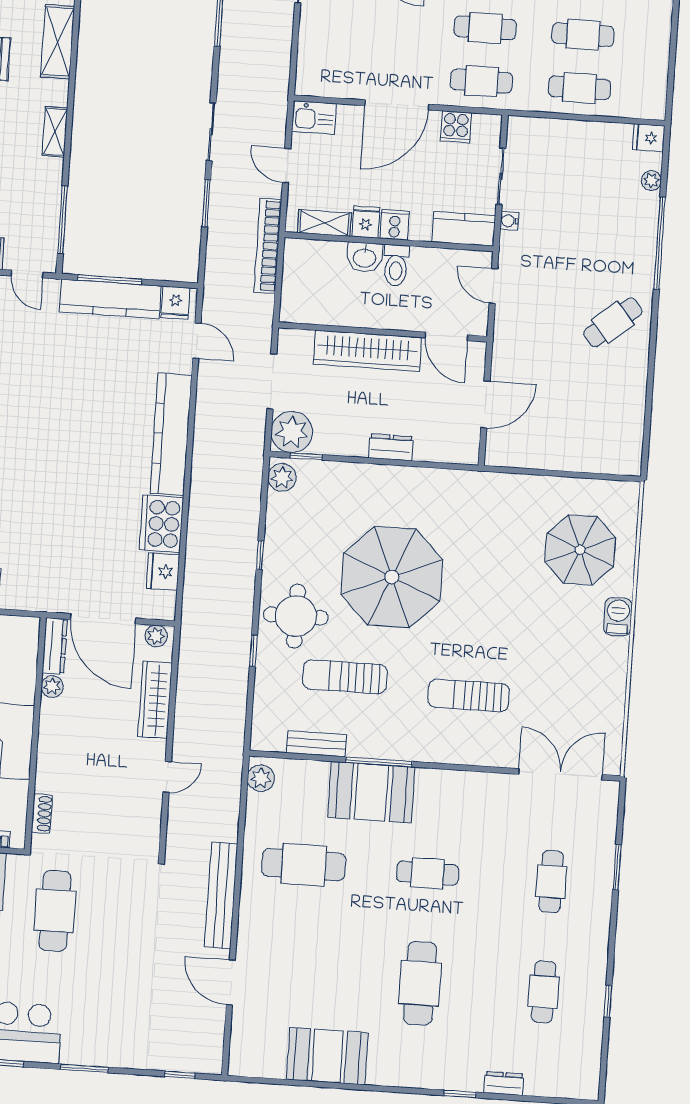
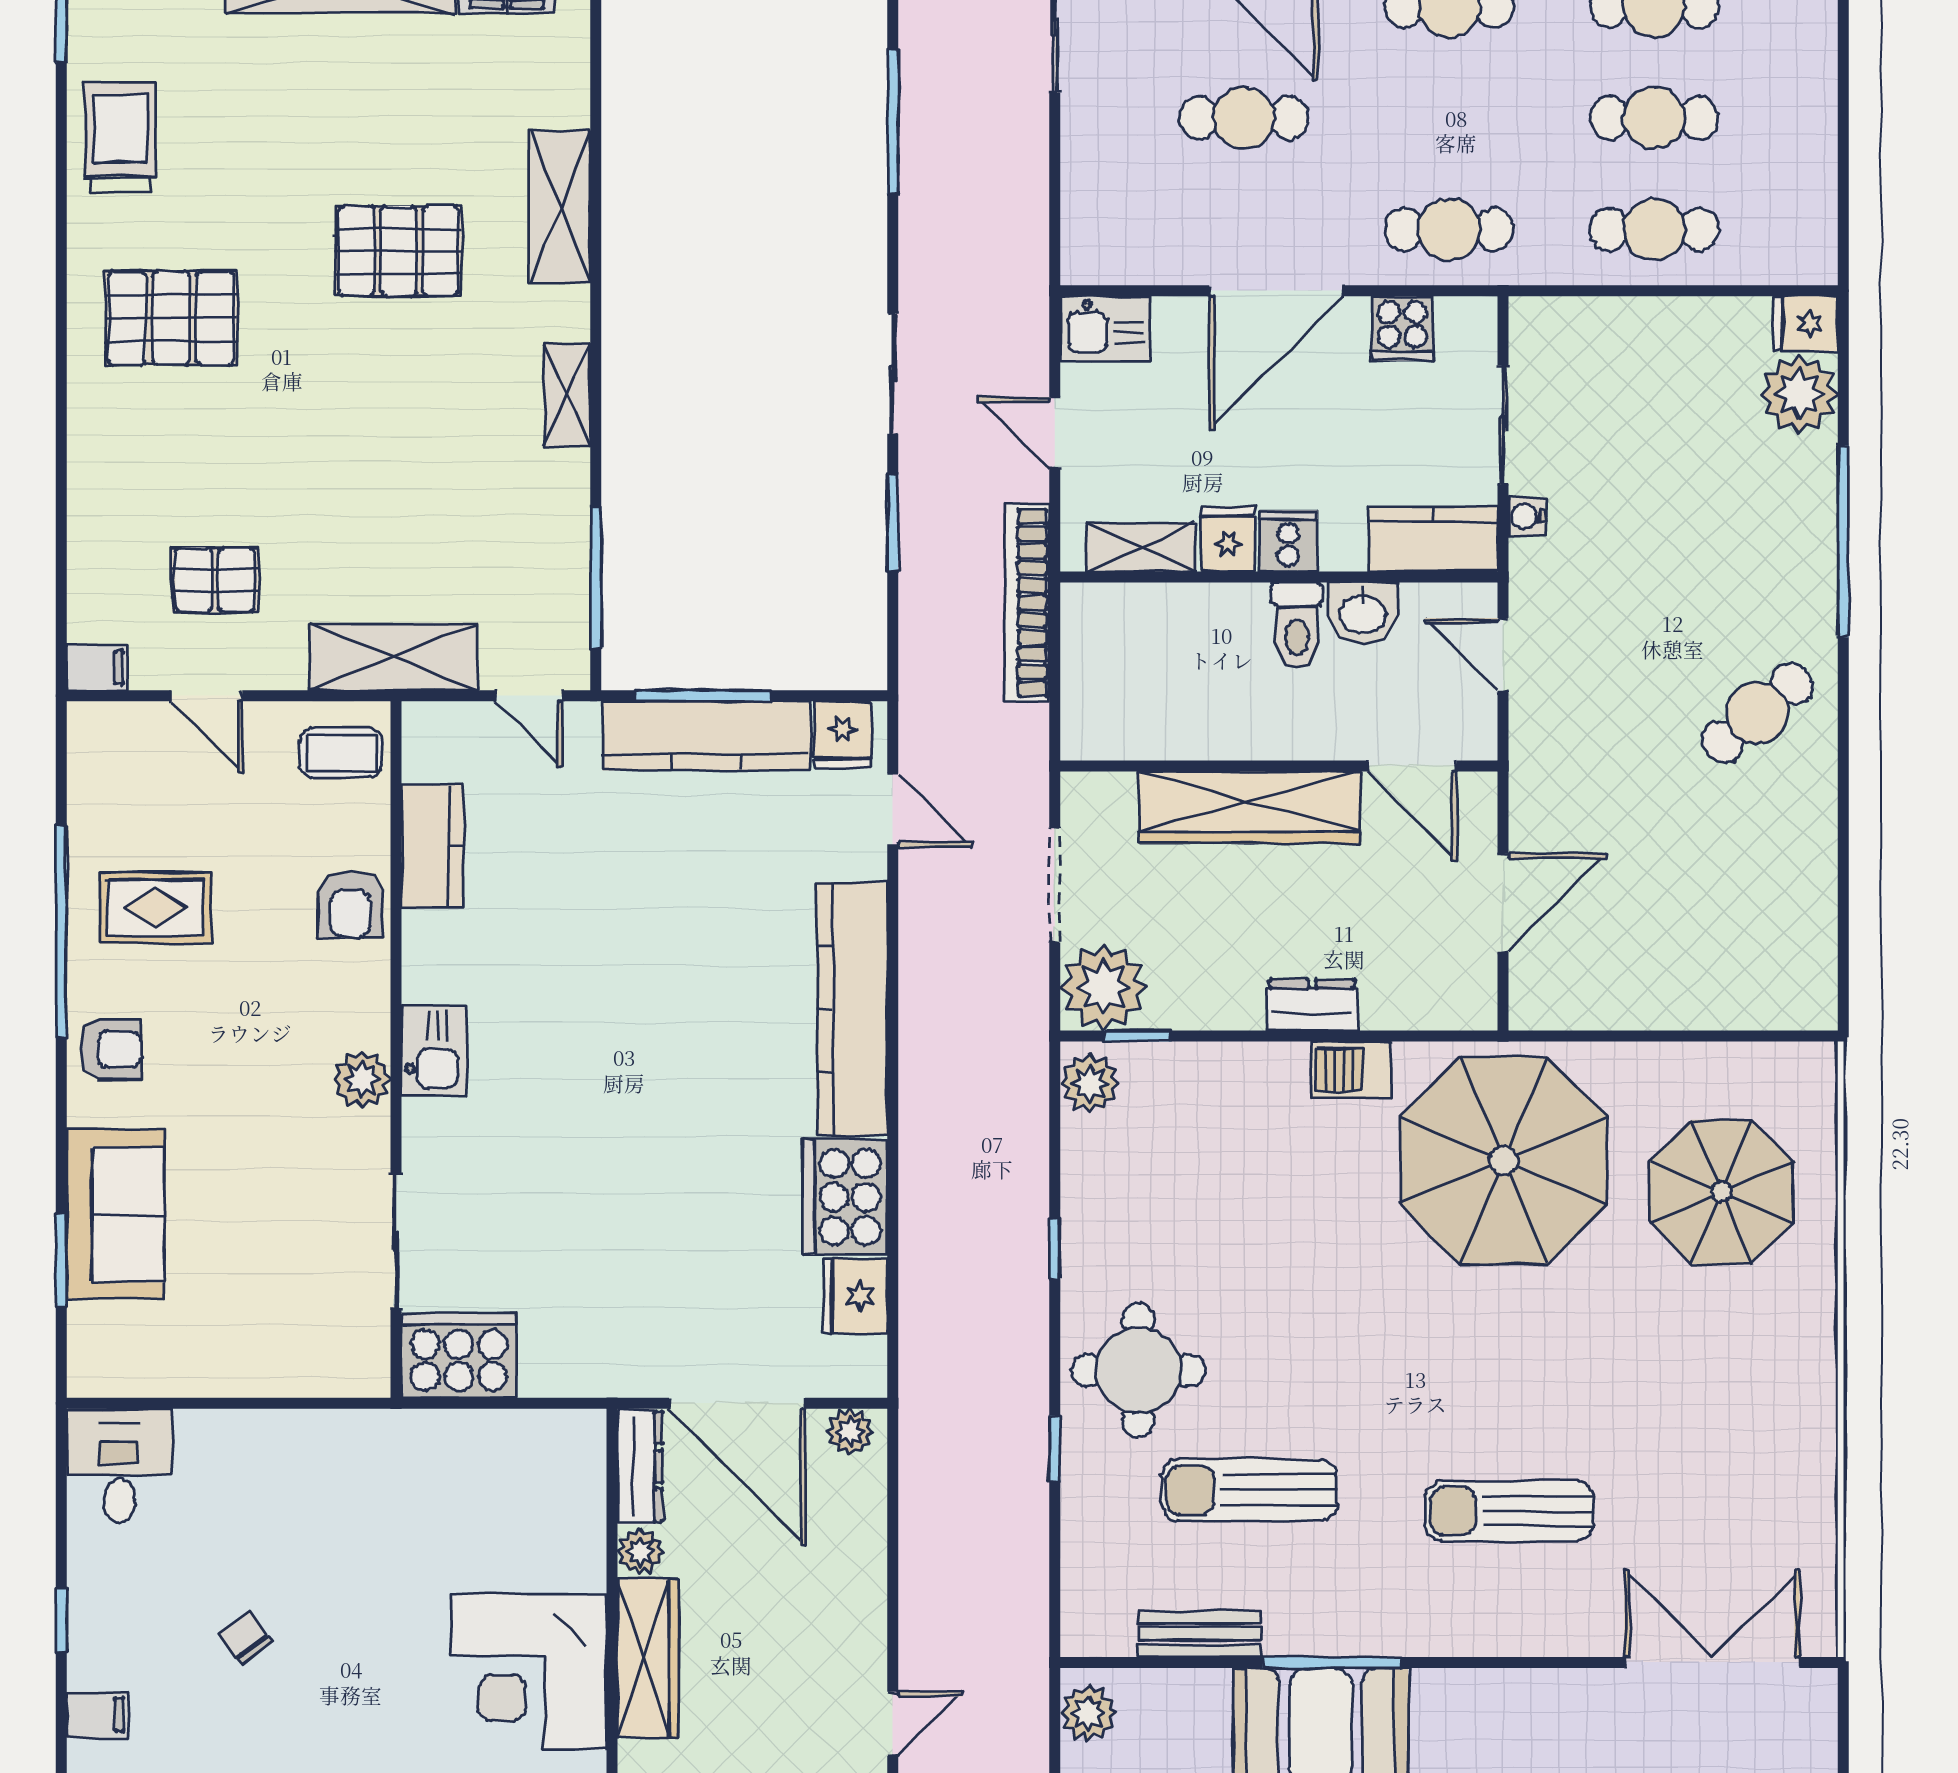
cafe table: (485, 28) -> (1244, 118), moved
plant: (651, 181) -> (1799, 394), width x1.88, depth x1.88
washbasin: (365, 257) -> (1363, 613), moved
parasol: (392, 577) -> (1504, 1161), moved
barbecue: (618, 617) -> (1351, 1070), moved, turned -90
wardrobe: (155, 700) -> (648, 1658), moved, turned 180

